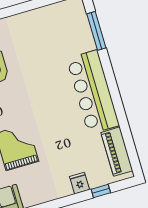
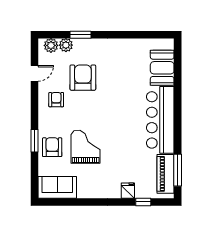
window: (96, 31) -> (178, 170), moved
booth: (78, 32) -> (162, 68), added

